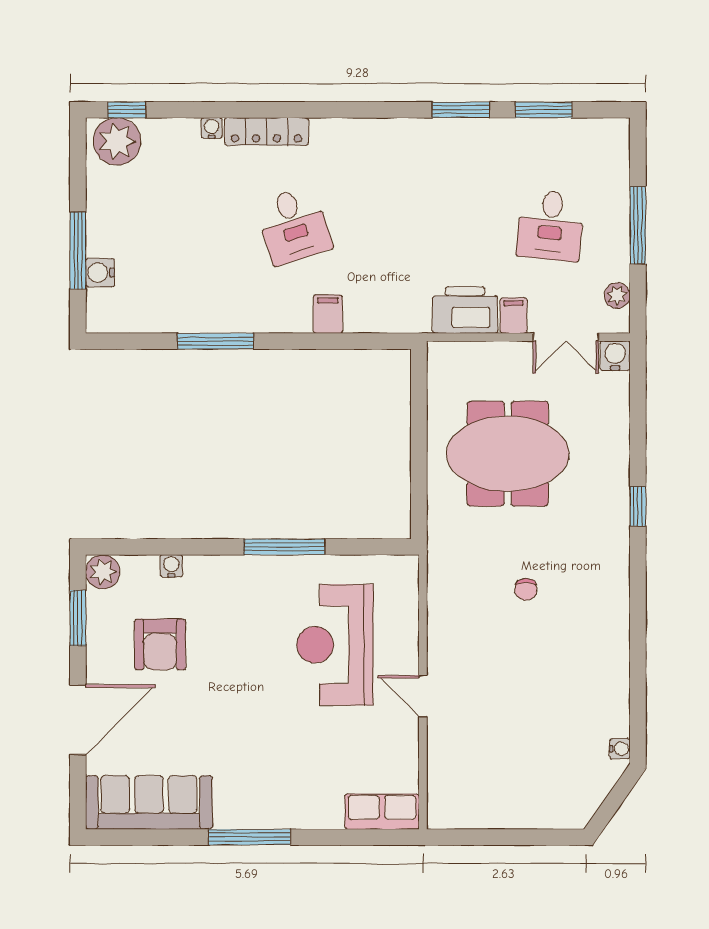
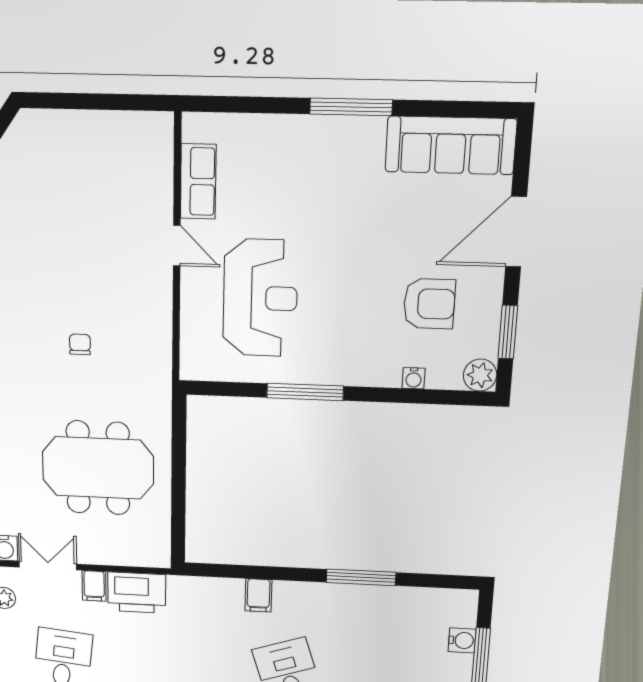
armchair: (160, 644) -> (429, 304), turned 90
row of seats: (382, 812) -> (198, 182), moved, turned -90

